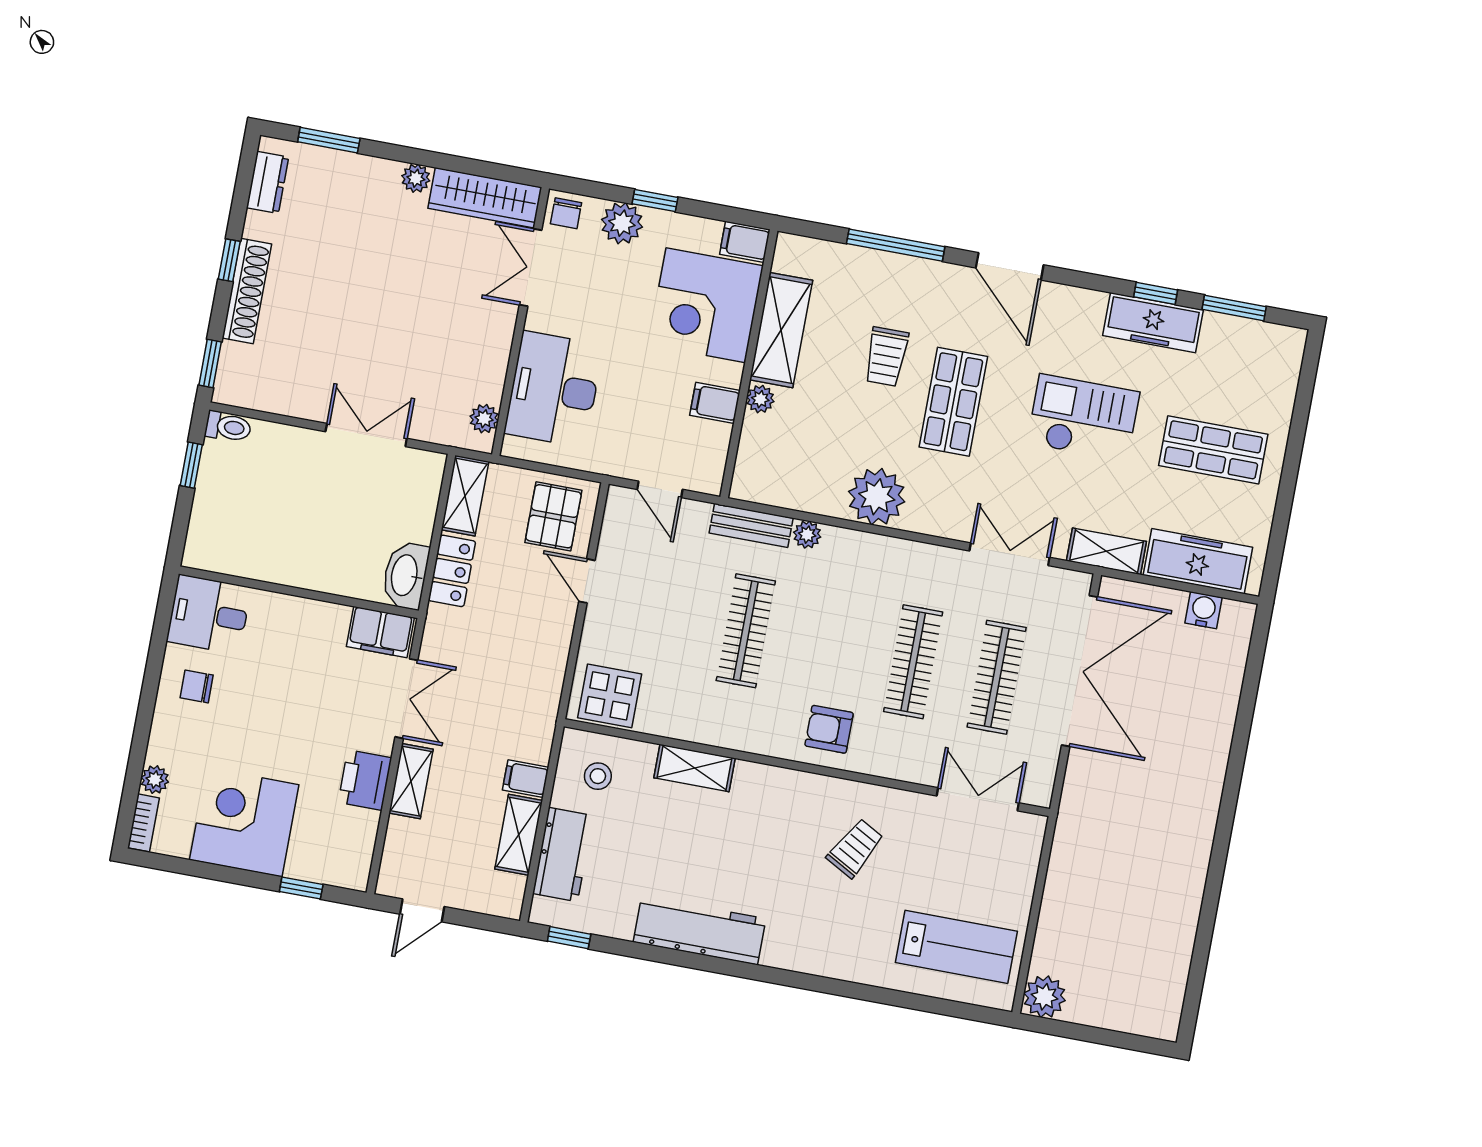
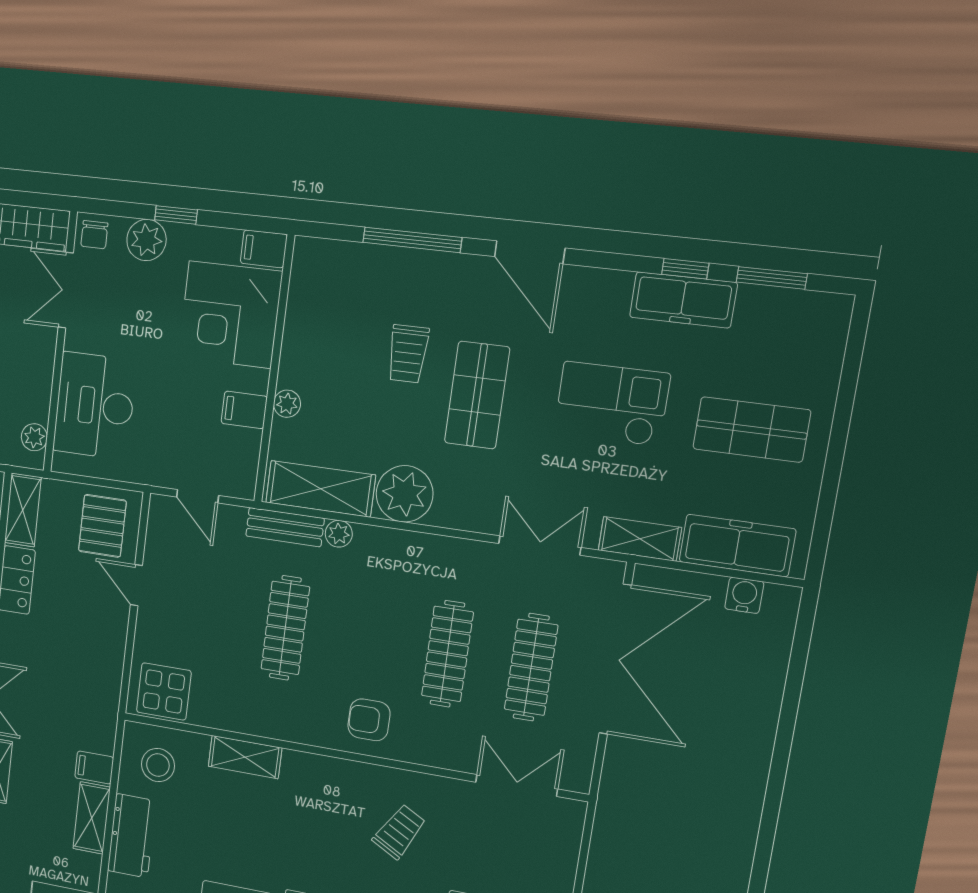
shelving: (781, 330) -> (320, 489), moved, turned 90
stool: (598, 776) -> (158, 765), width x1.37, depth x1.37

